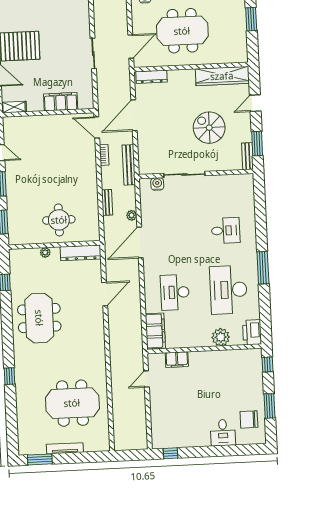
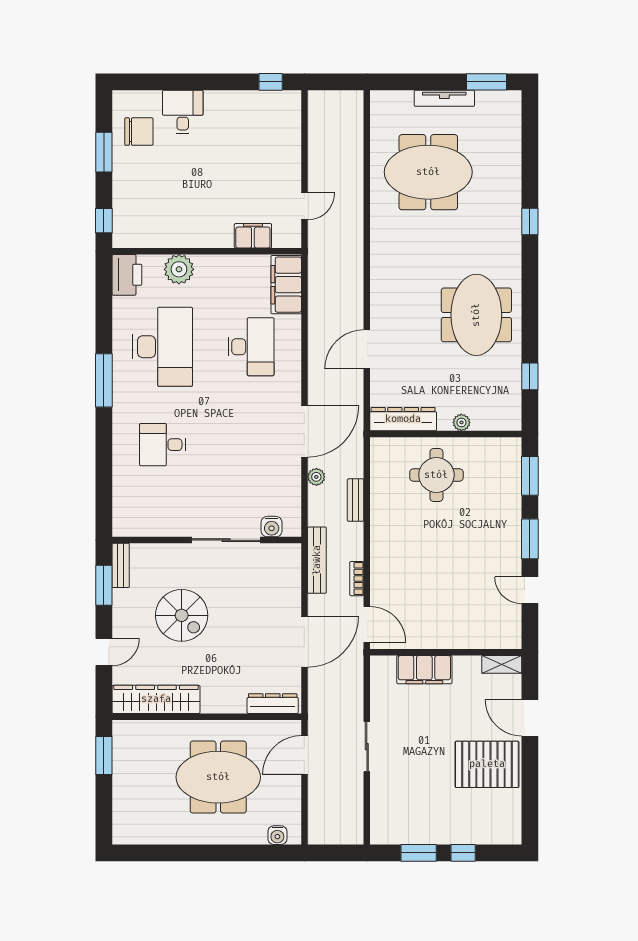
window: (251, 19) -> (104, 755), moved

